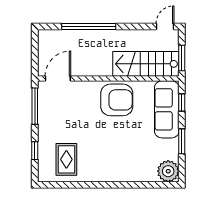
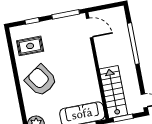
armchair: (117, 100) -> (41, 80), moved, turned 146

